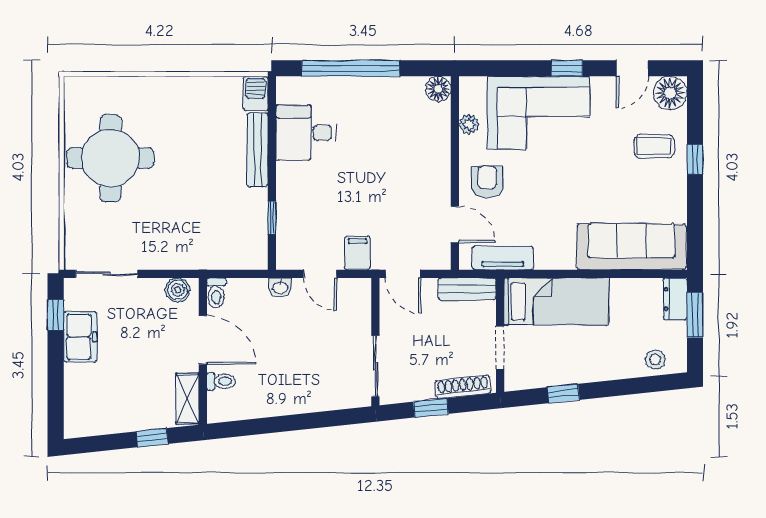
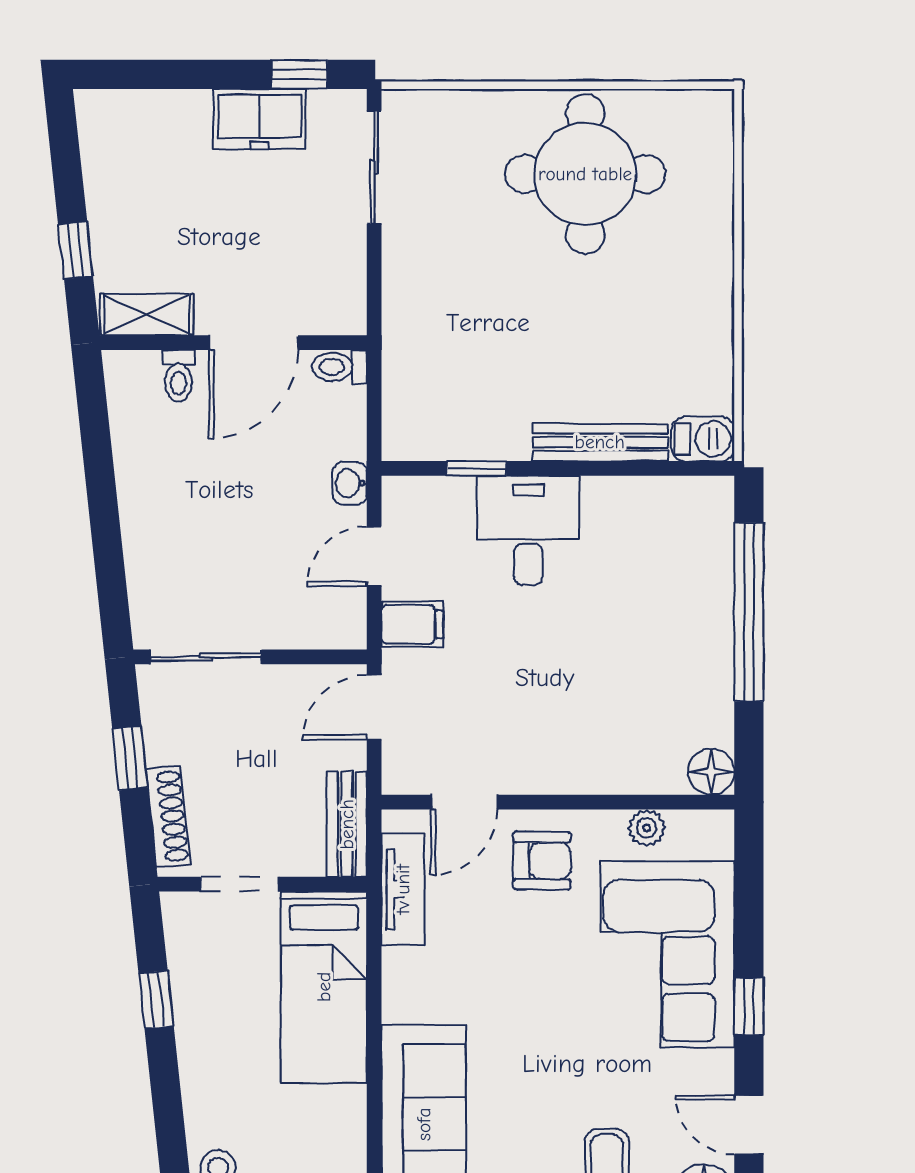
desk: (306, 133) -> (528, 530), moved
boiler: (178, 290) -> (345, 297), removed

